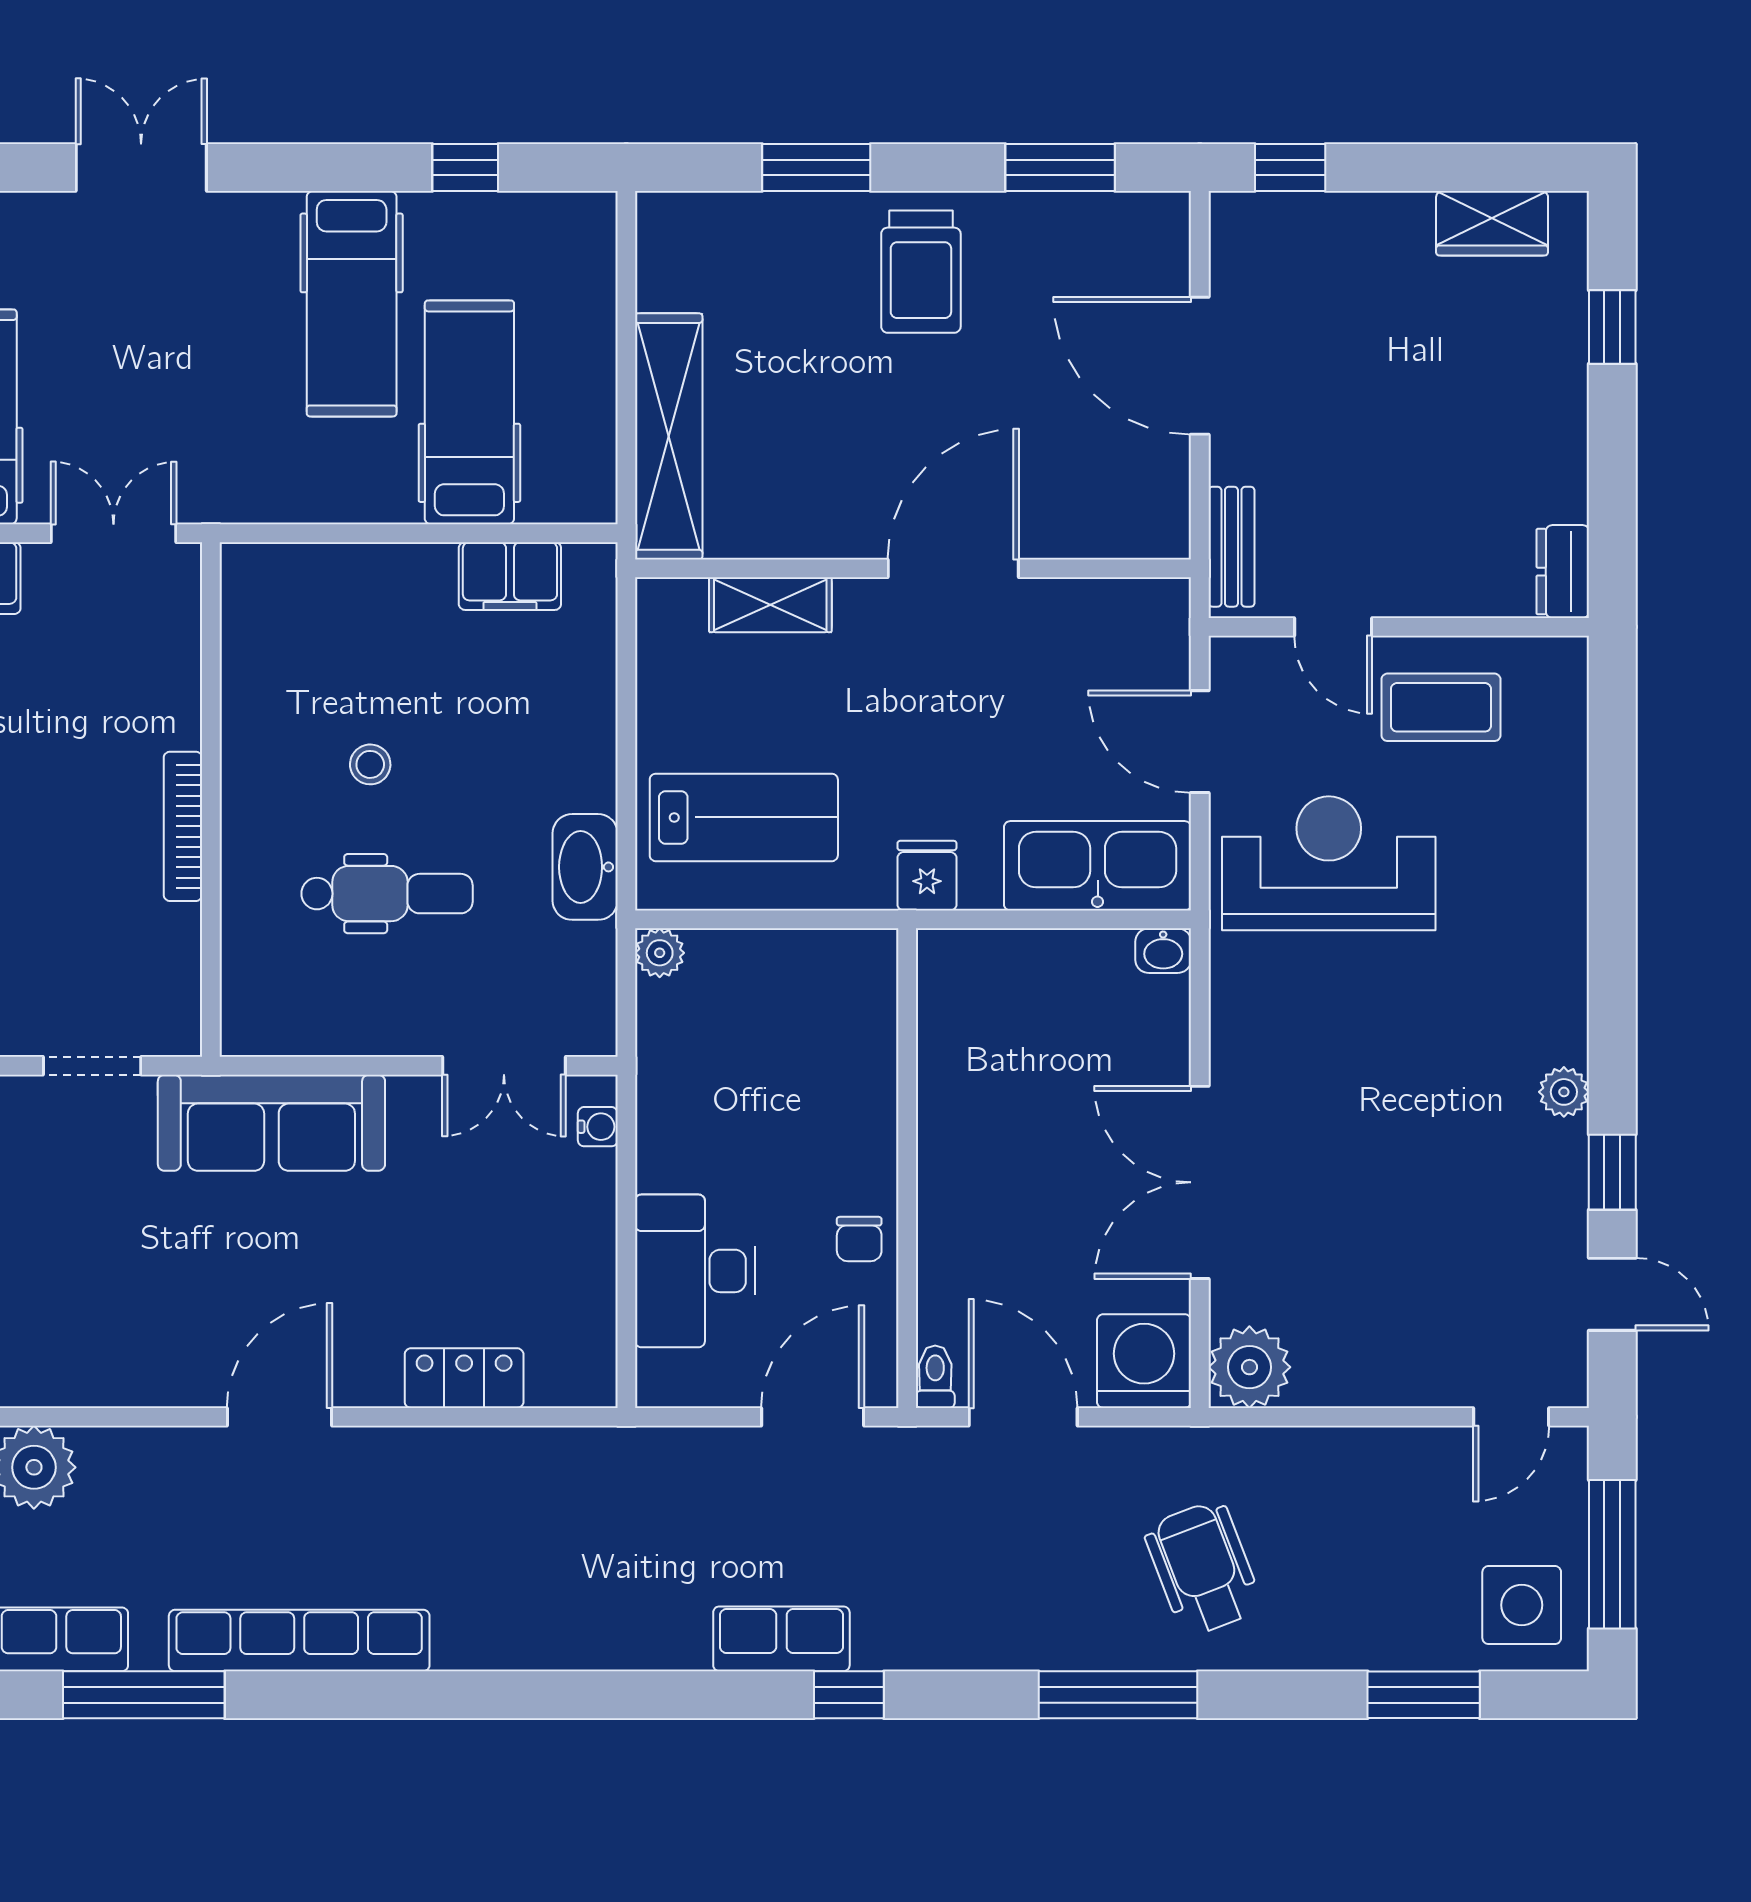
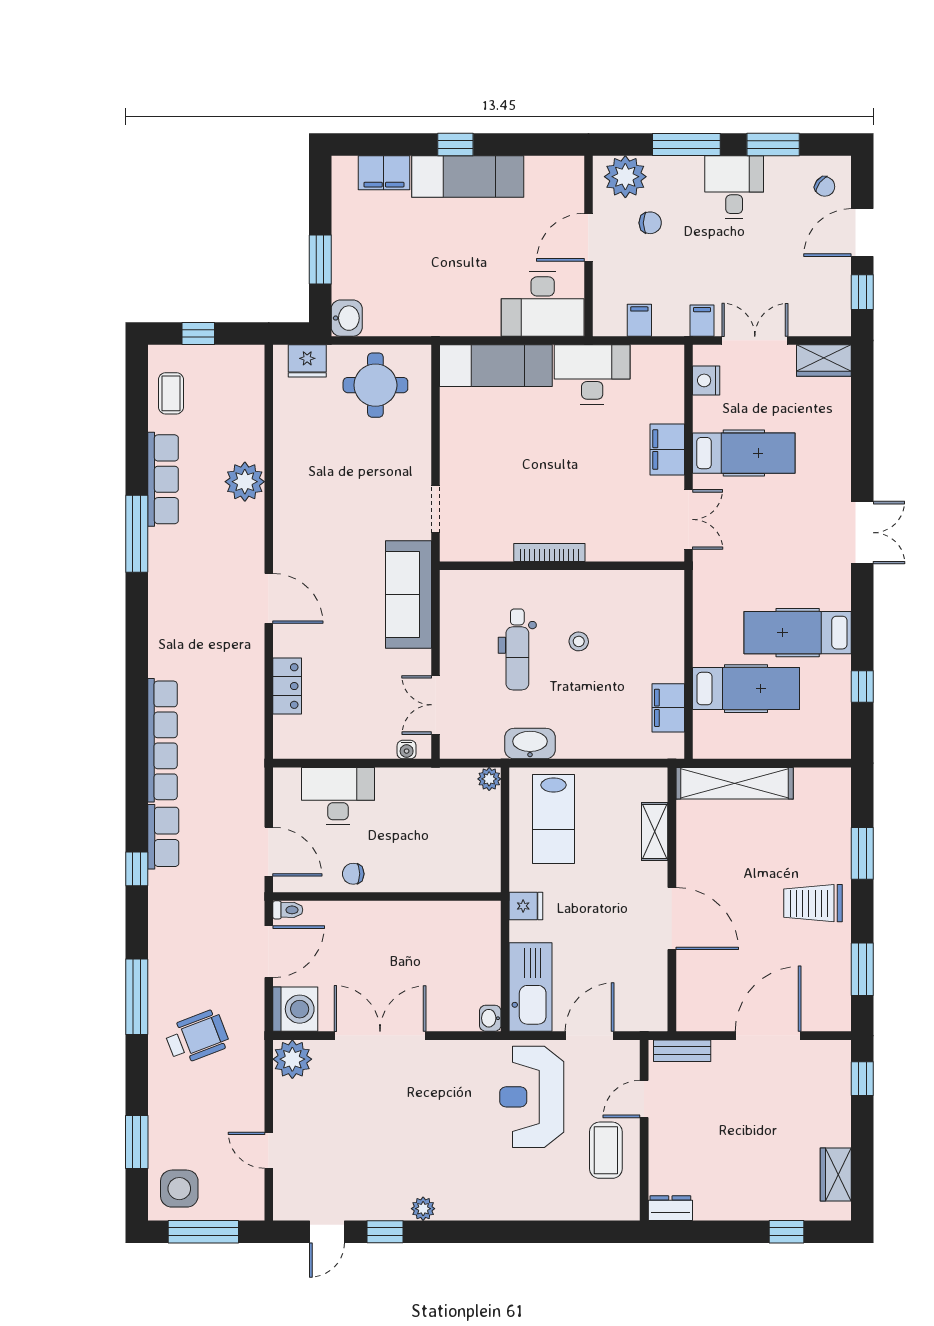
reception desk: (1329, 863) -> (532, 1097), turned 180
door: (1511, 1417) -> (269, 1150), moved
row of seats: (299, 1641) -> (162, 740), moved

